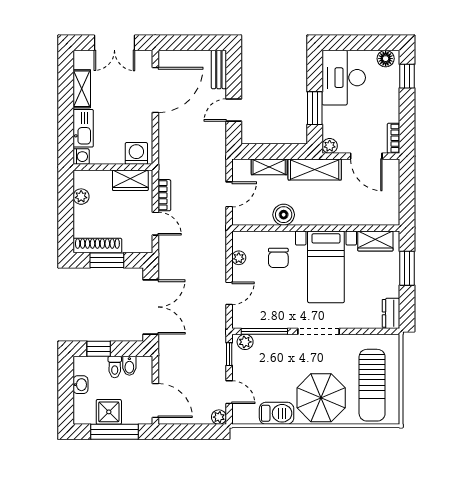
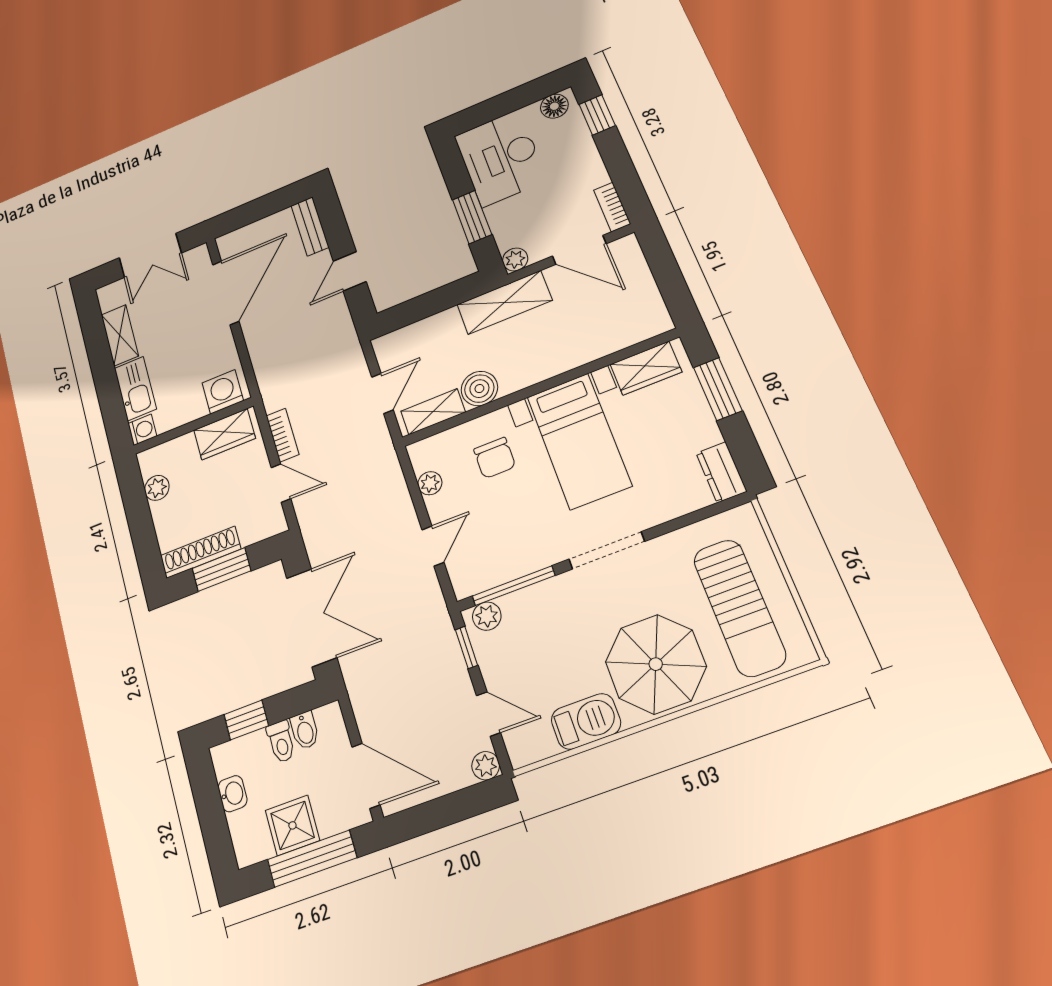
shelving: (269, 167) -> (433, 412), moved

